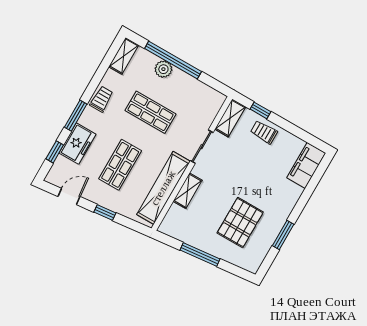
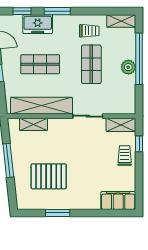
plant: (163, 69) -> (128, 67), moved
trolley: (102, 99) -> (89, 31), moved
shelving: (188, 191) -> (33, 124), moved

